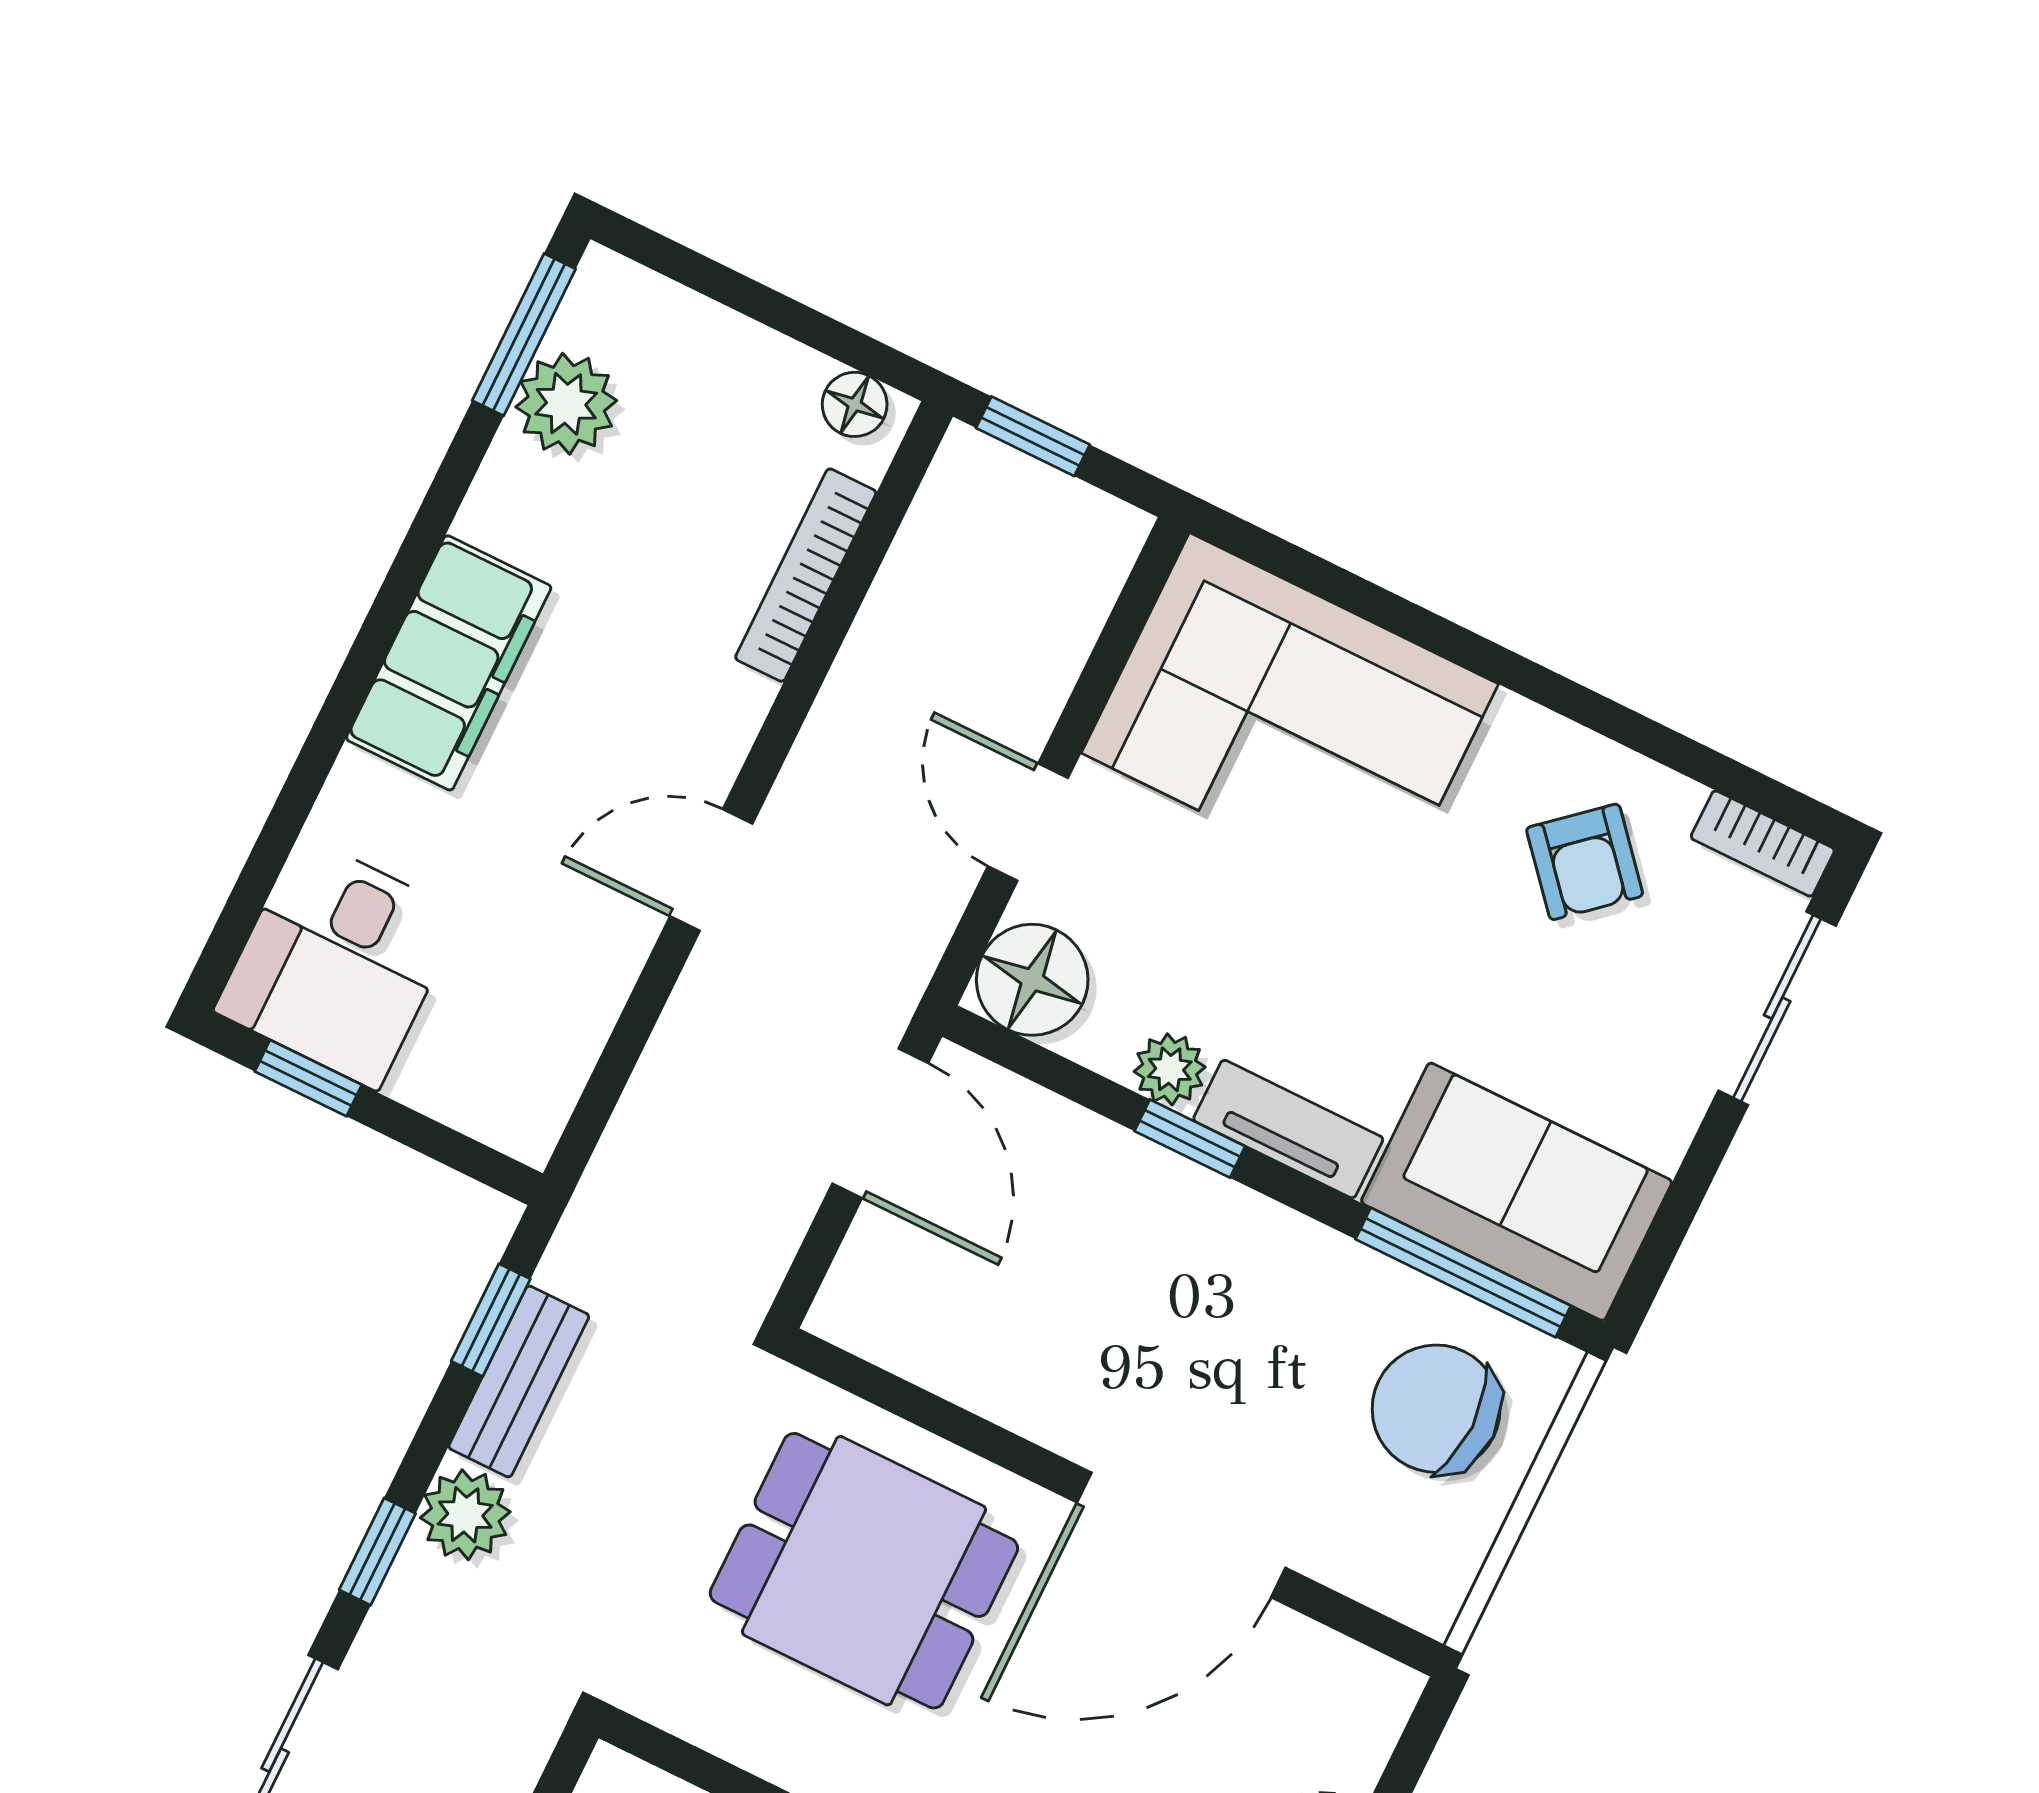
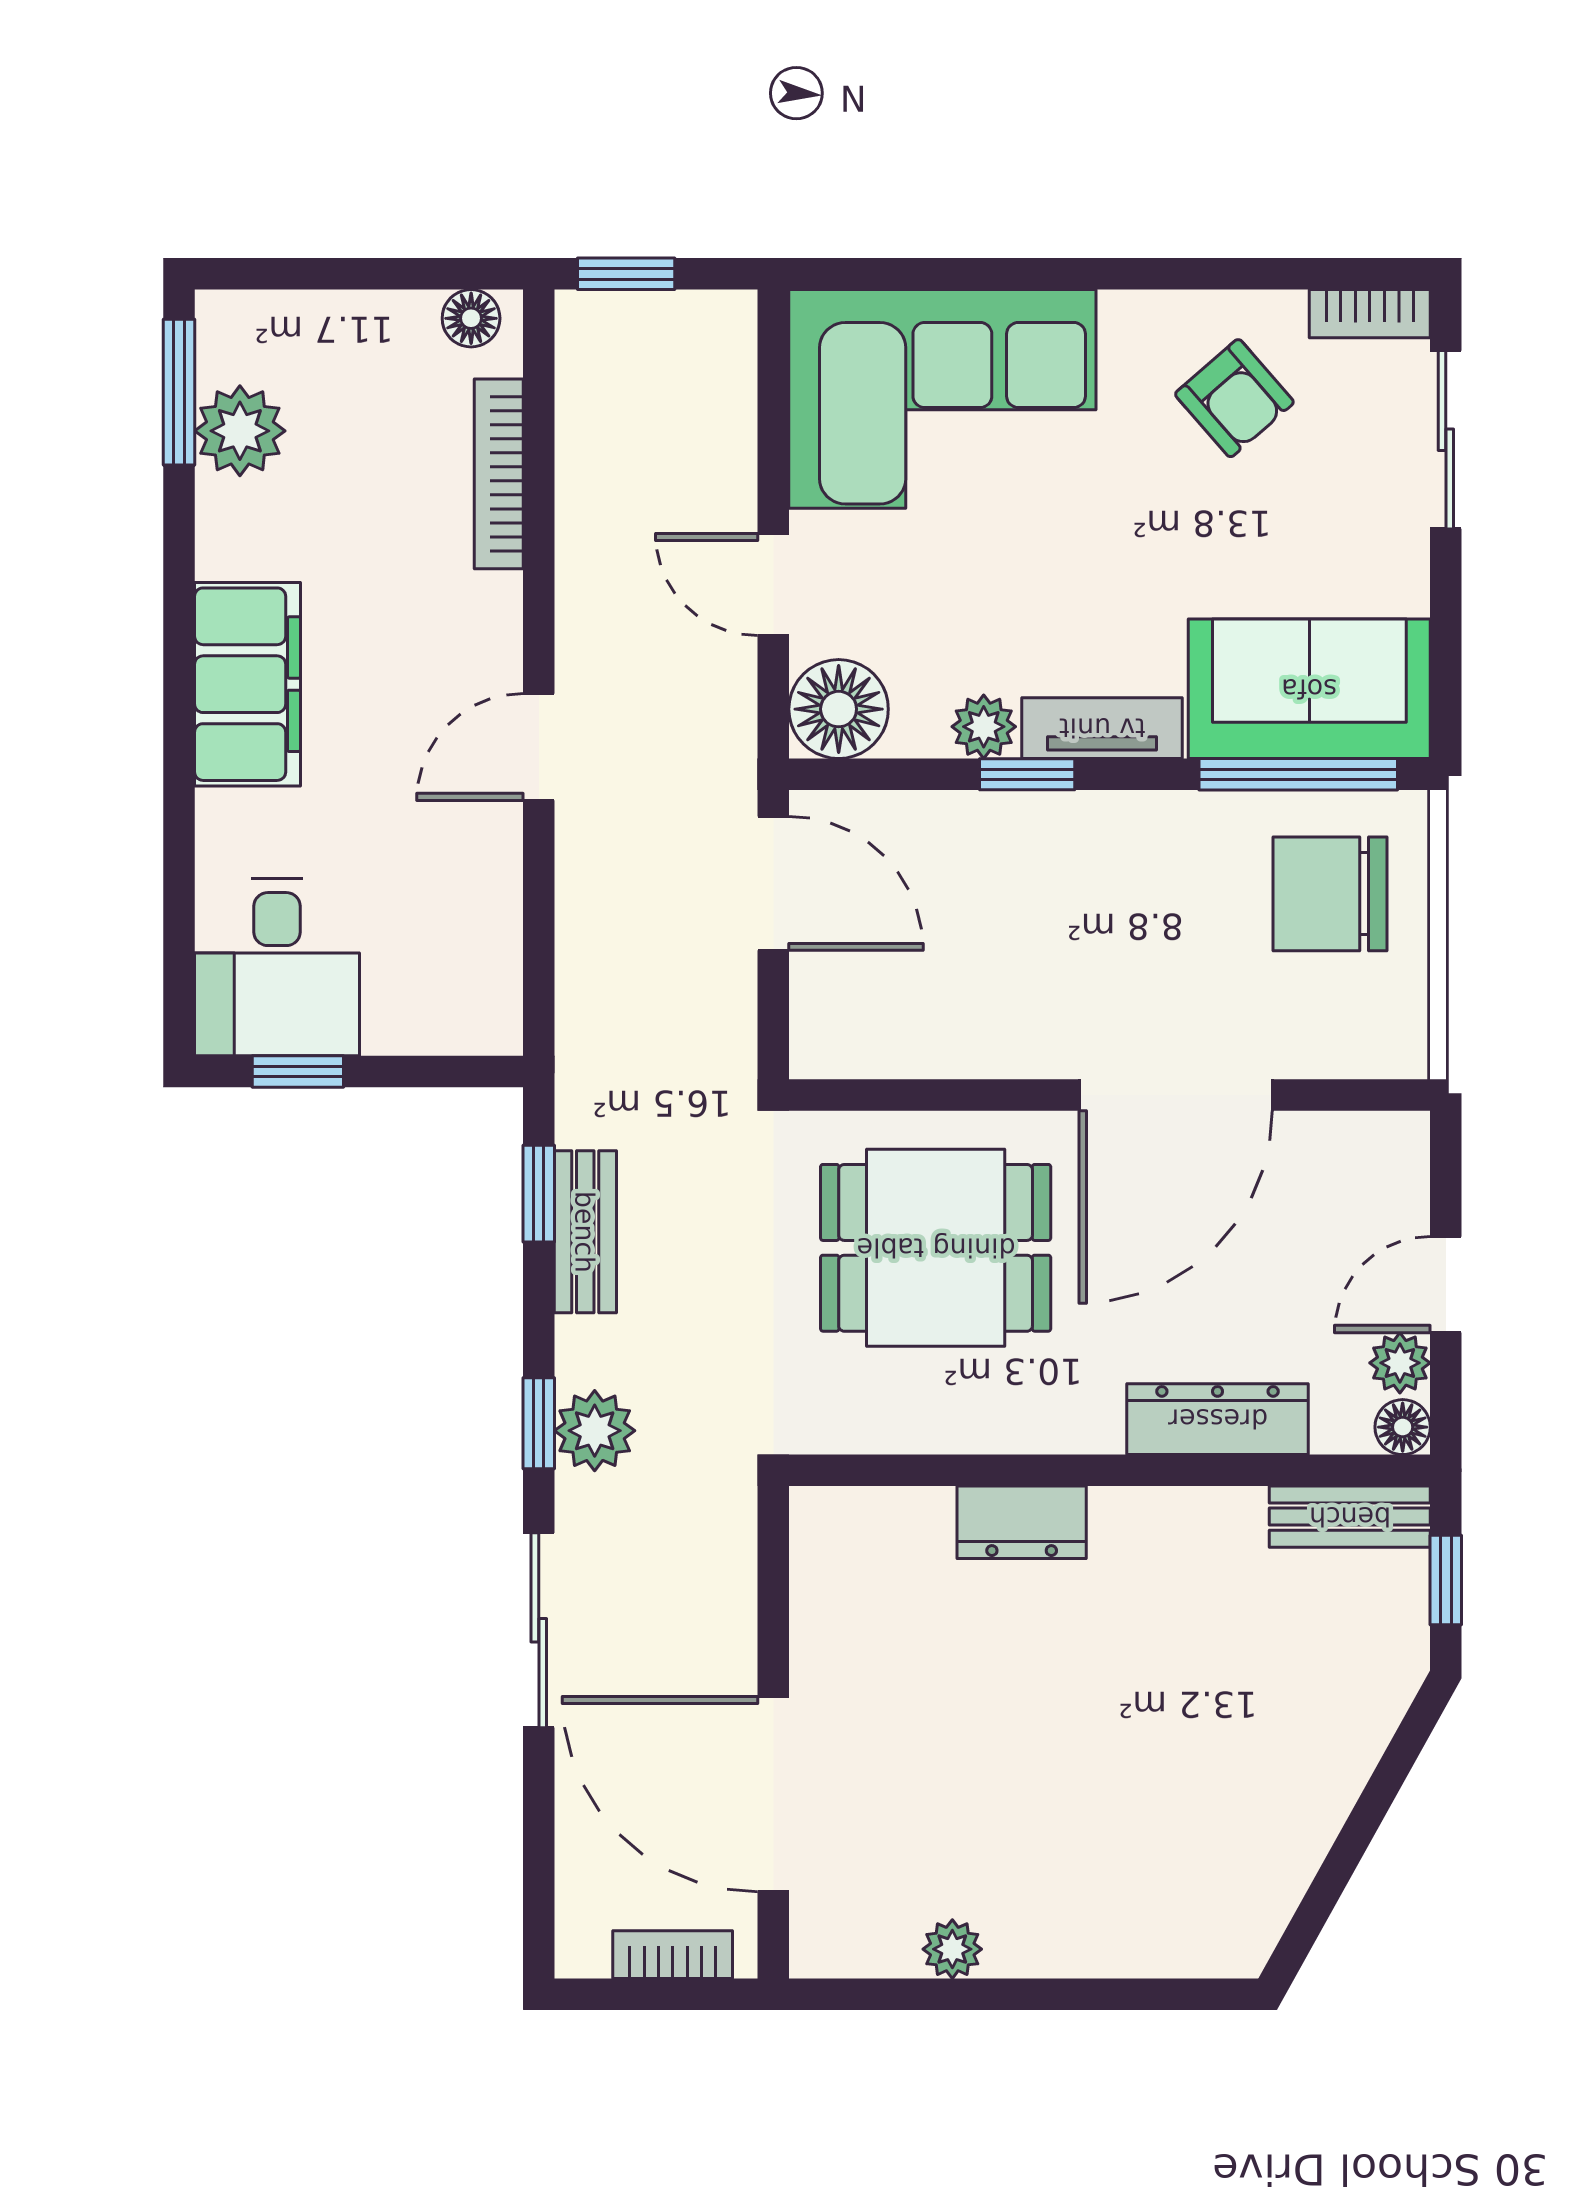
plant: (465, 1515) -> (595, 1431), moved

